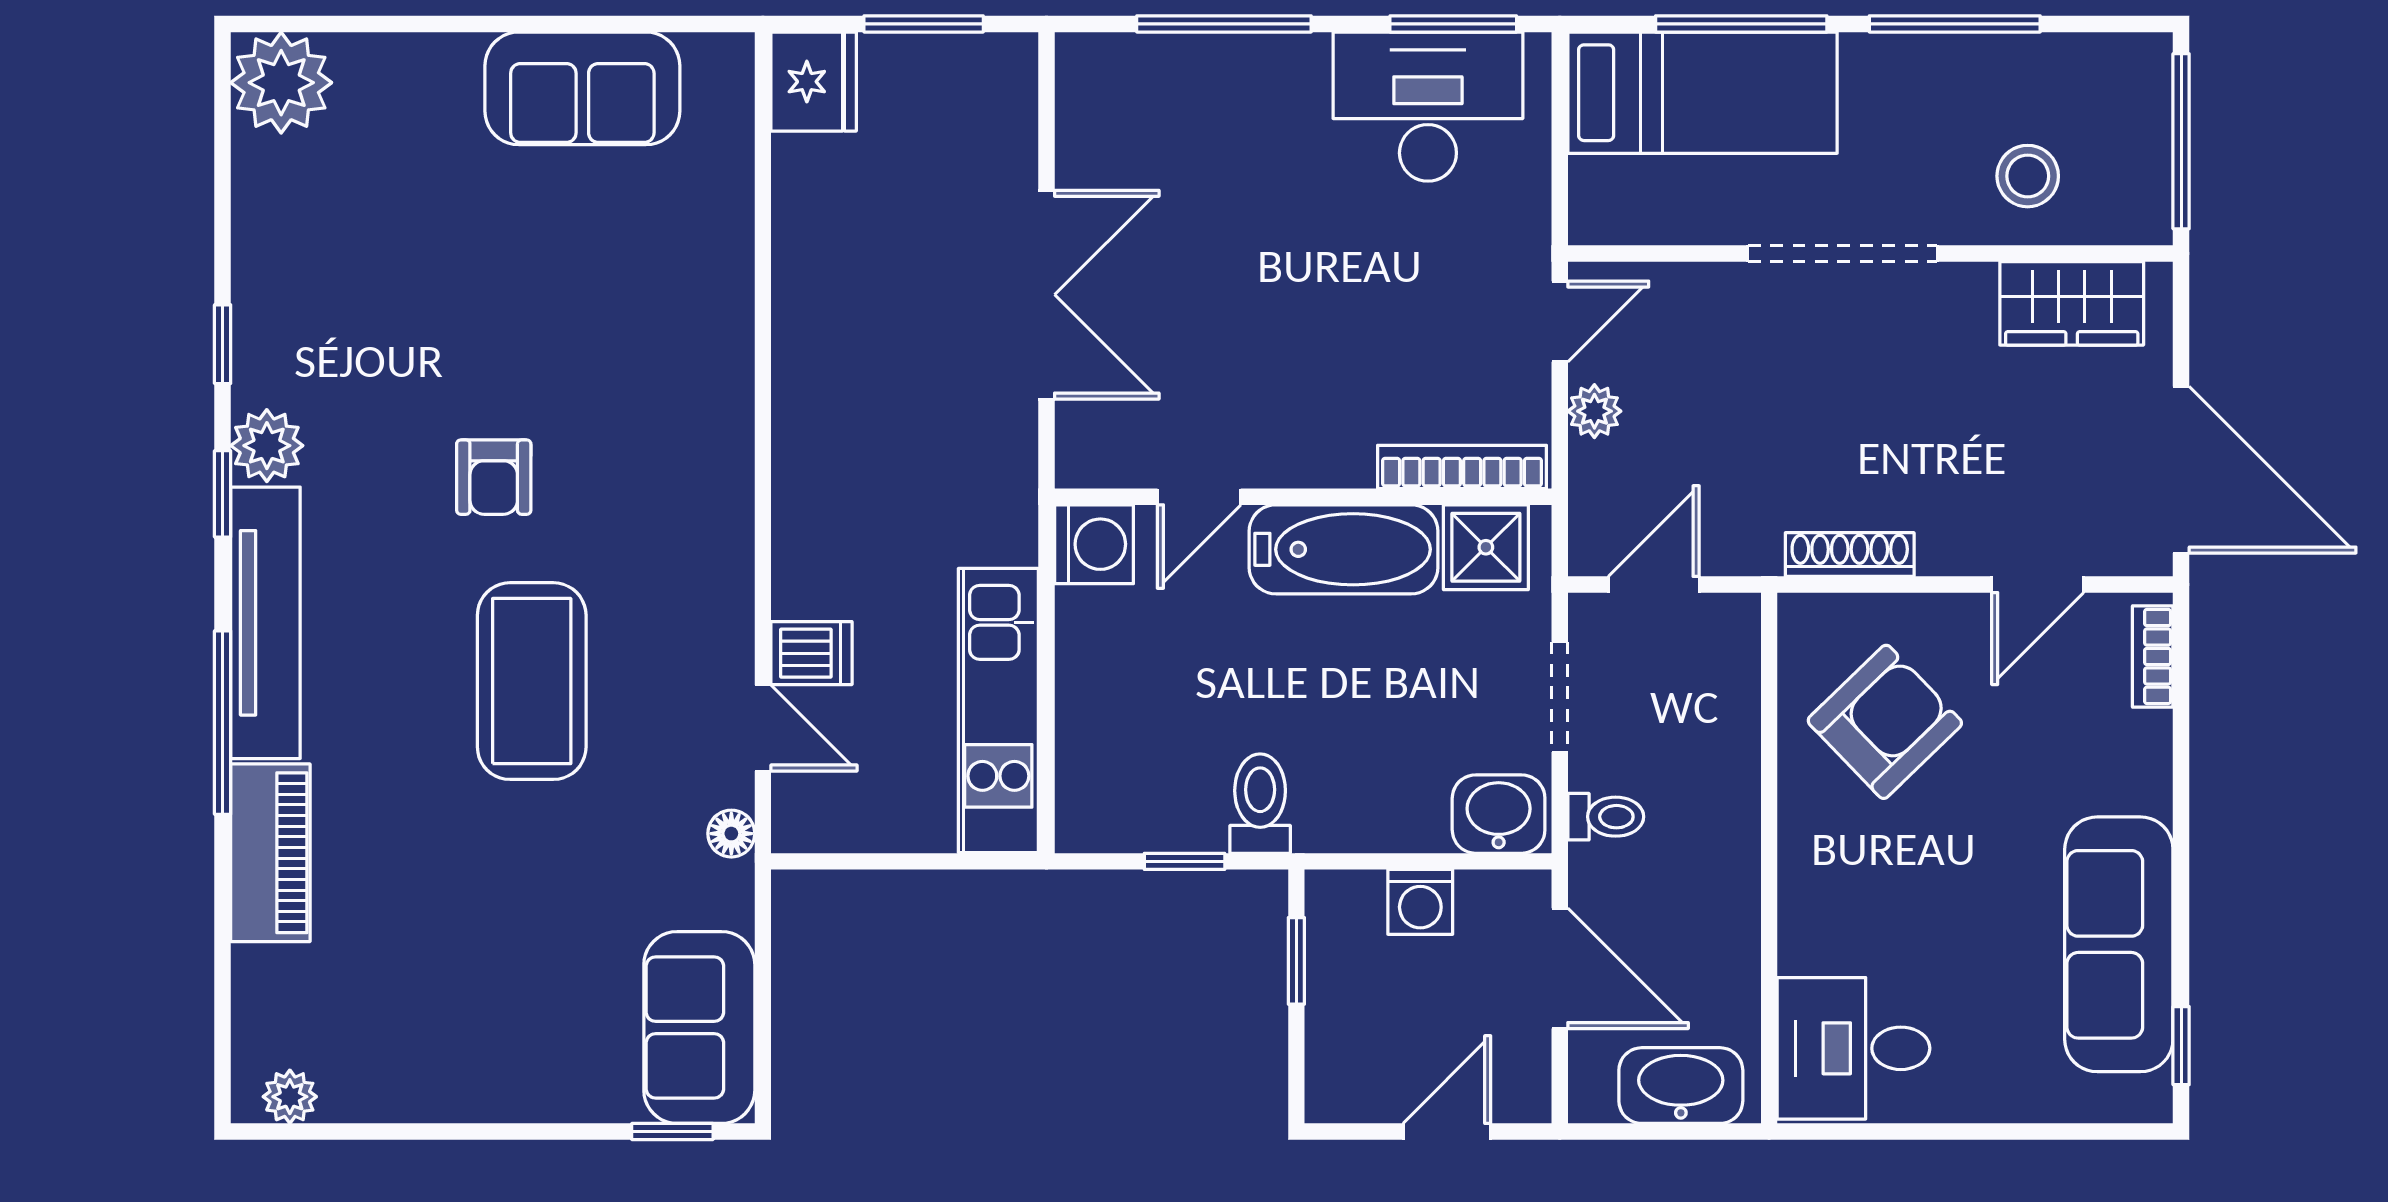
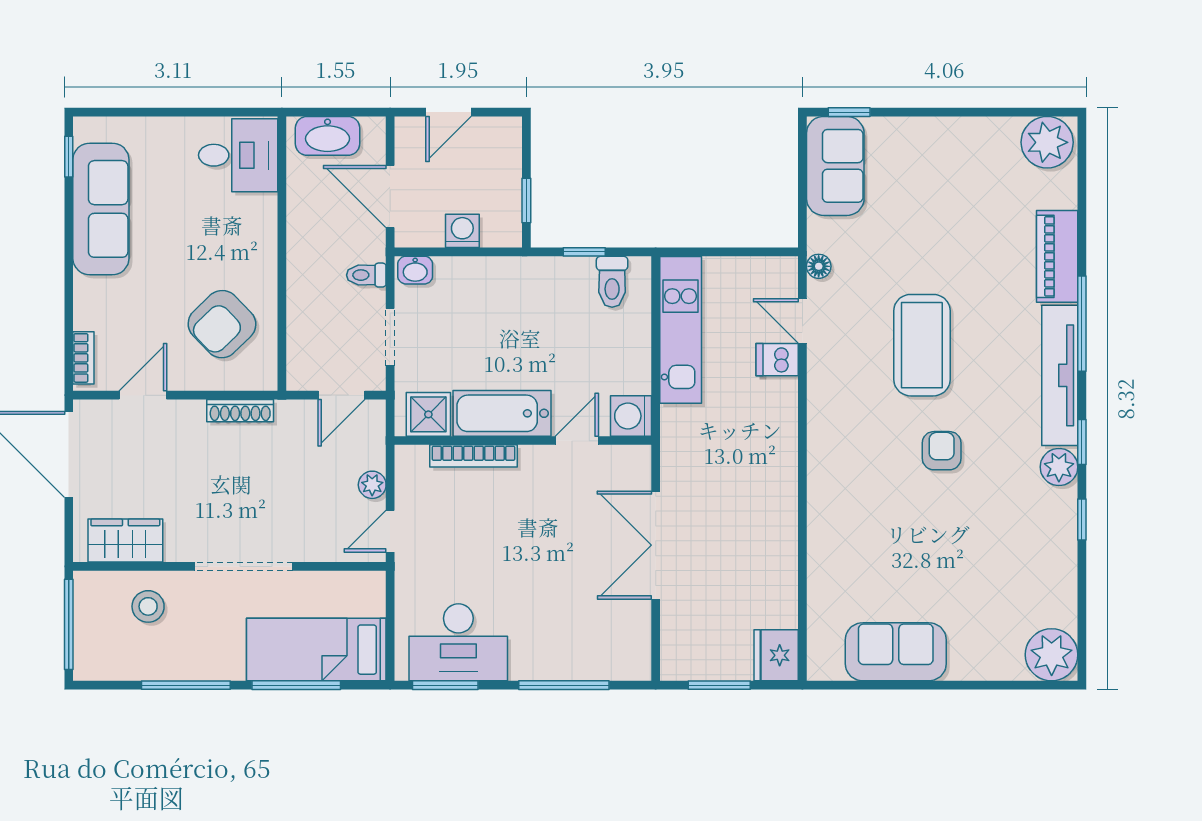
bookcase: (1462, 467) -> (474, 456), moved
toilet: (1260, 804) -> (612, 282), moved
washbasin: (1499, 814) -> (415, 270), width x0.72, depth x0.69
plant: (290, 1097) -> (1047, 142), width x1.88, depth x1.88

